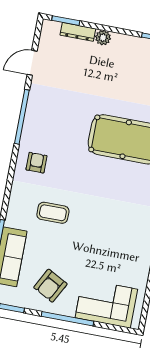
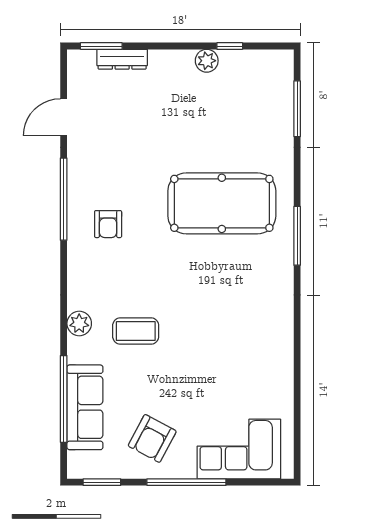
plant: (103, 38) -> (207, 61), moved
armchair: (36, 163) -> (108, 224), moved, turned 180
plant: (17, 201) -> (79, 323), added

